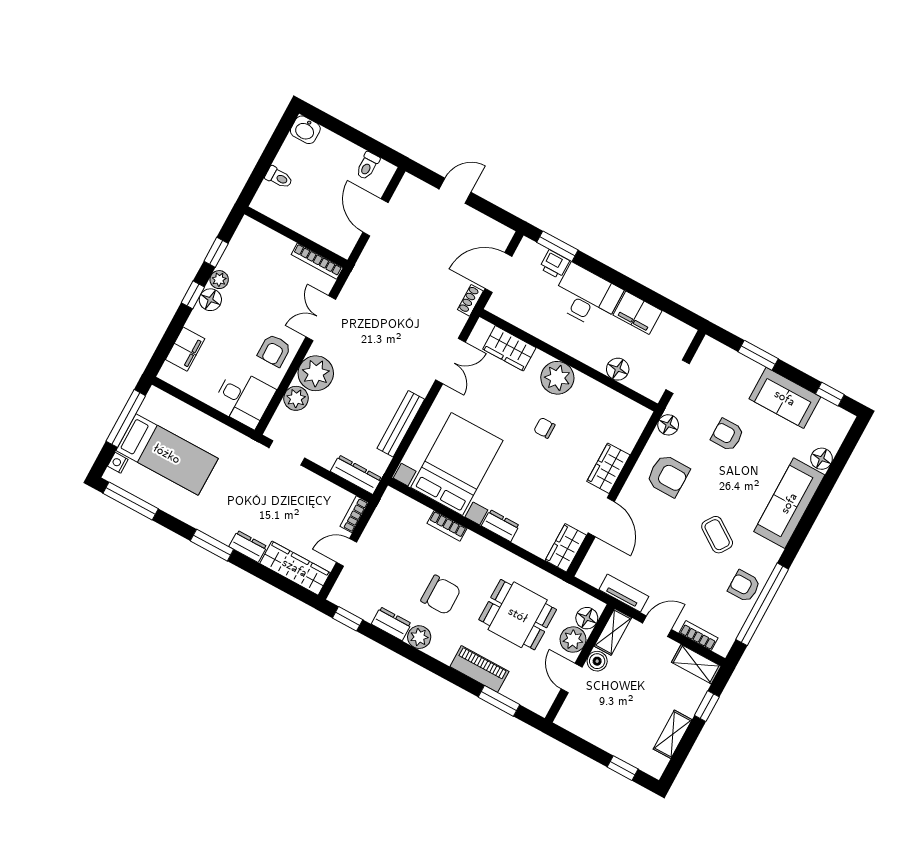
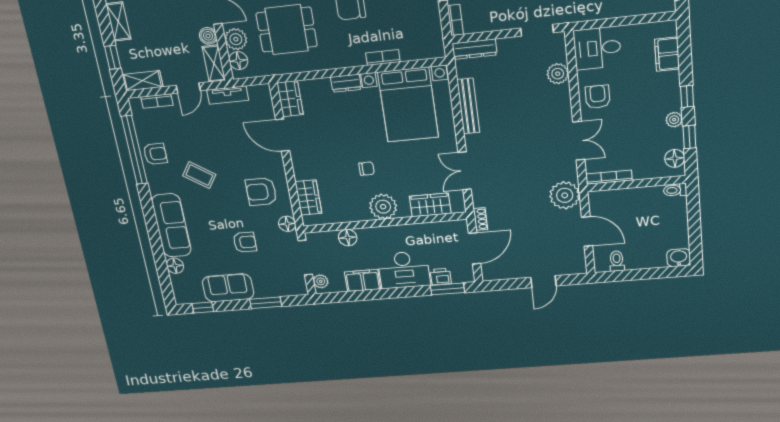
toilet: (279, 177) -> (675, 190), moved
floor lamp: (210, 300) -> (675, 158), moved
plant: (682, 341) -> (321, 281), added
plant: (316, 373) -> (565, 195), moved
doorway: (678, 377) -> (305, 258), width x1.38
wardrobe: (608, 468) -> (308, 197), moved

